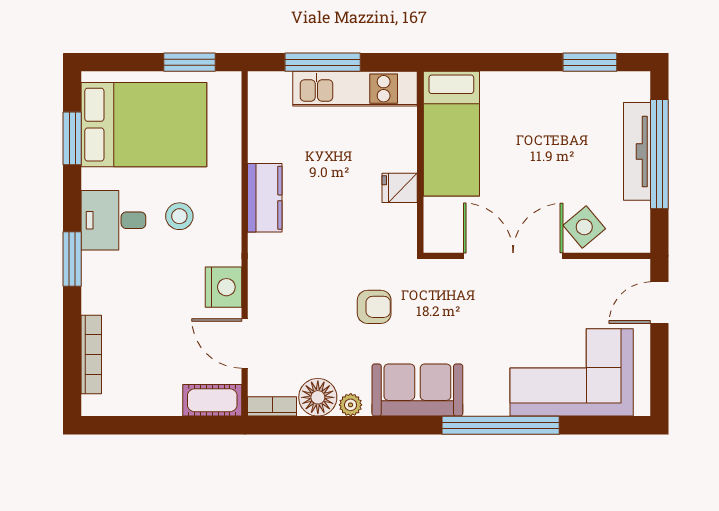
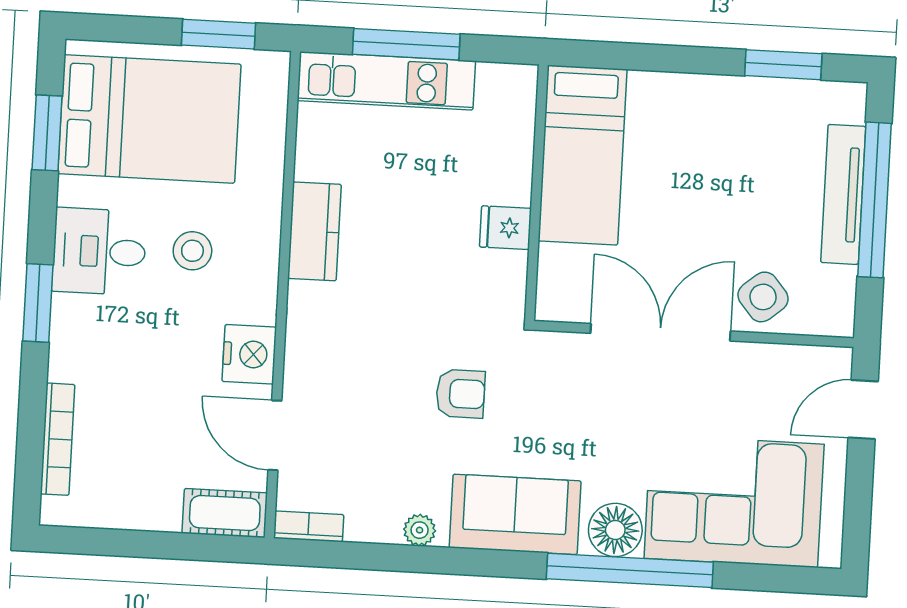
kitchen unit: (355, 89) -> (386, 81), moved
floor lamp: (318, 397) -> (615, 530), moved

